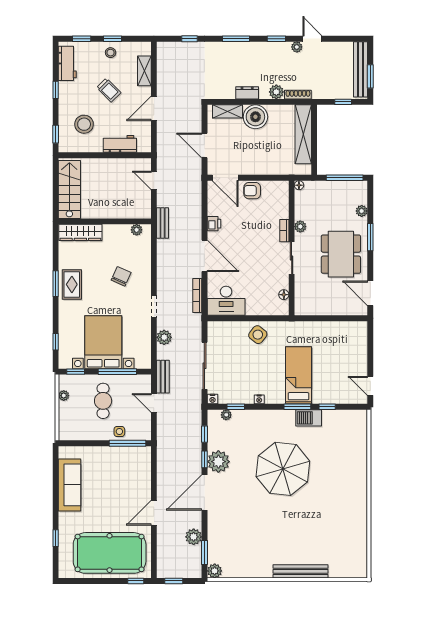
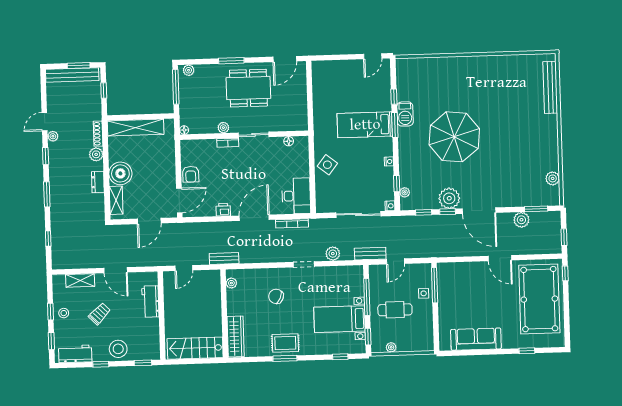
stool: (84, 124) -> (118, 349), moved
plant: (362, 211) -> (189, 70), moved
bed with nightstands: (103, 342) -> (340, 319), width x0.73
plant: (215, 571) -> (553, 178), moved
bench: (301, 571) -> (550, 87), moved

